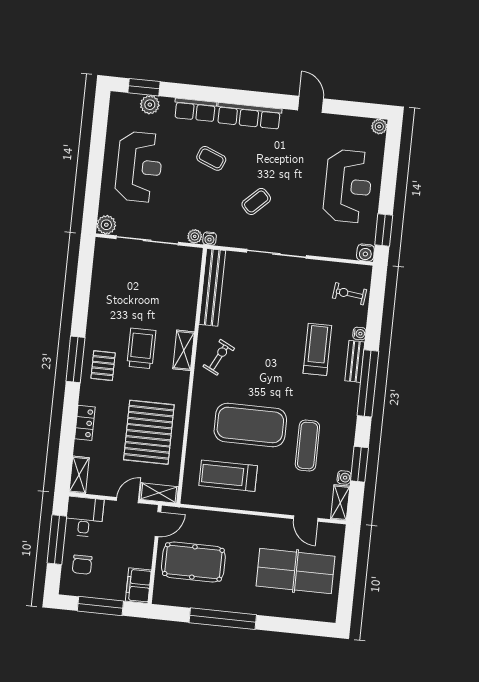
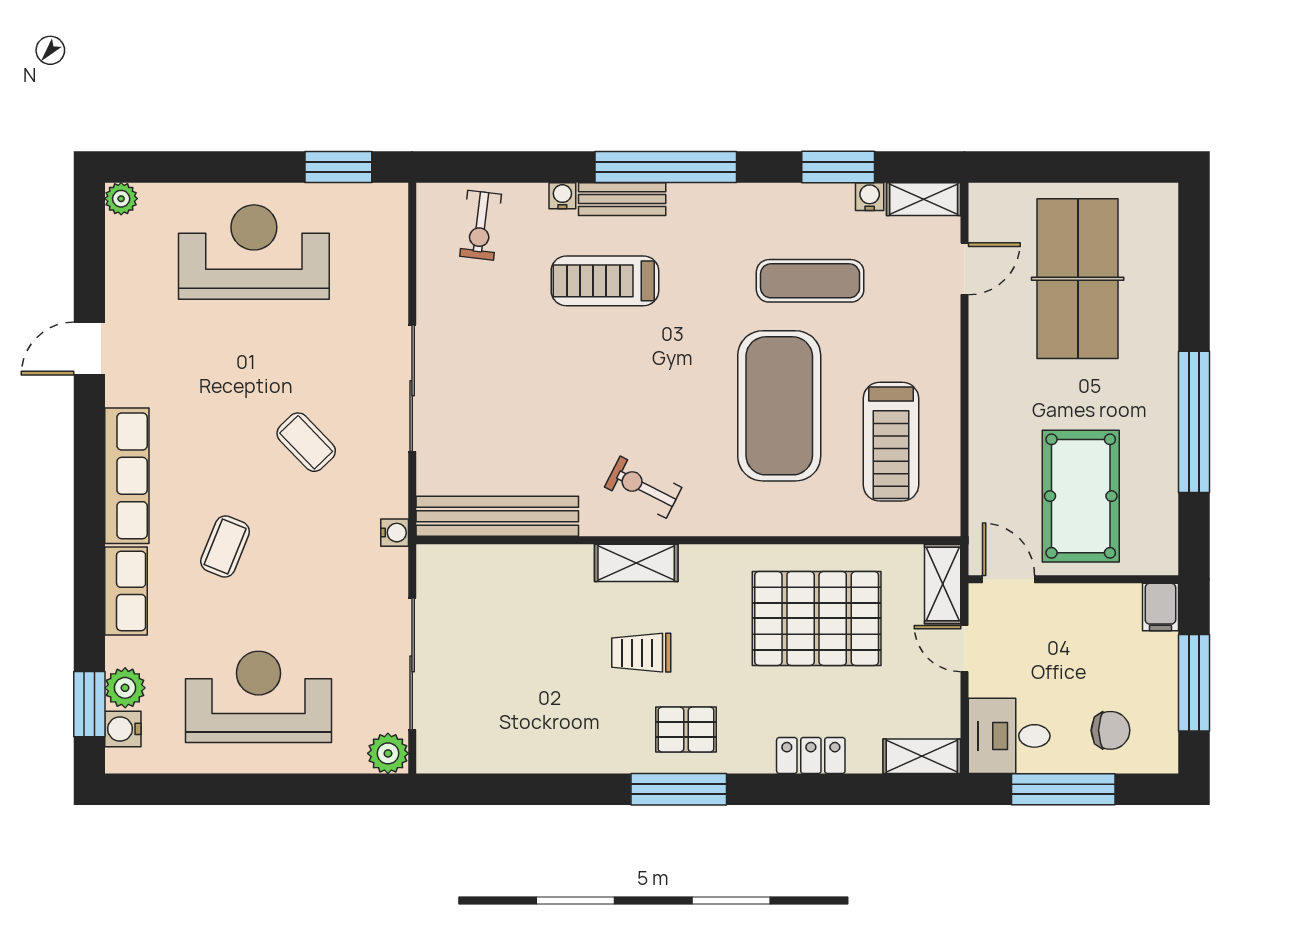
plant: (195, 236) -> (393, 564), removed
water cooler: (365, 253) -> (123, 729), moved, turned 180
trolley: (141, 348) -> (641, 653), width x0.73, depth x0.72
filing cabinet: (138, 586) -> (1160, 607), width x0.50

